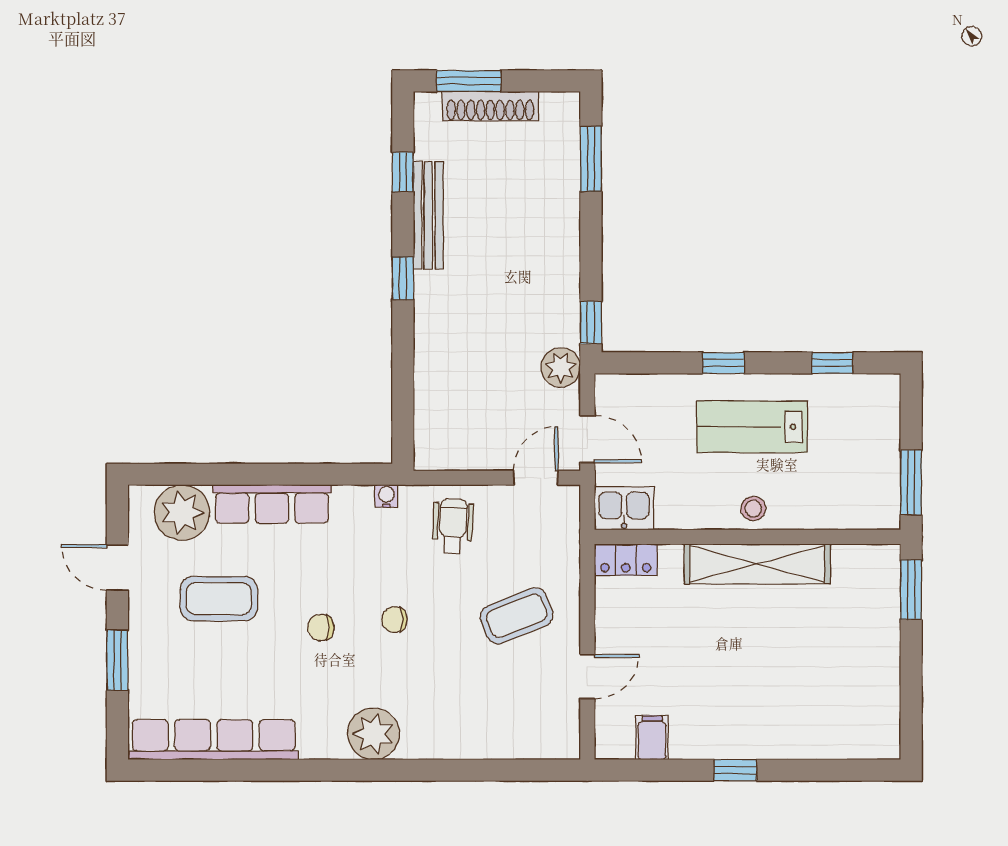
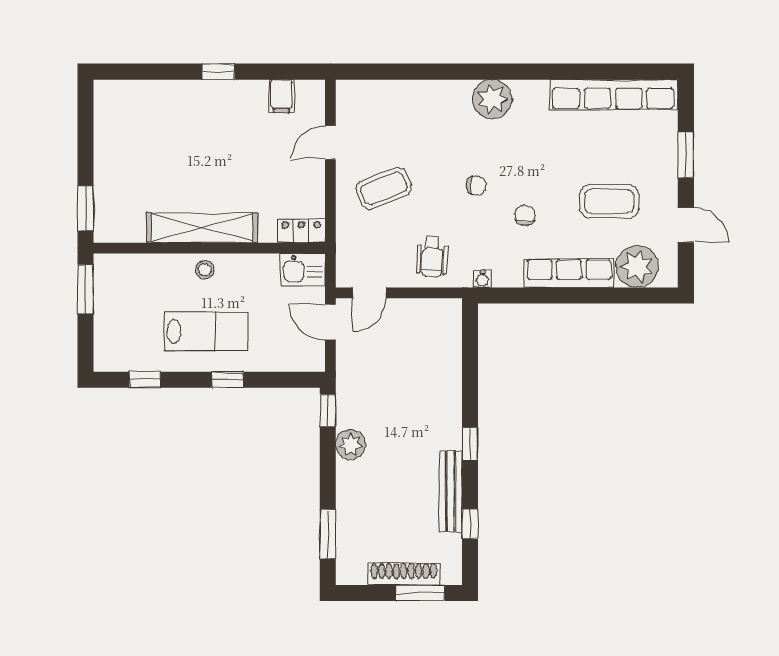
plant: (561, 367) -> (351, 444), moved
chair: (321, 628) -> (525, 216), moved, turned -85

